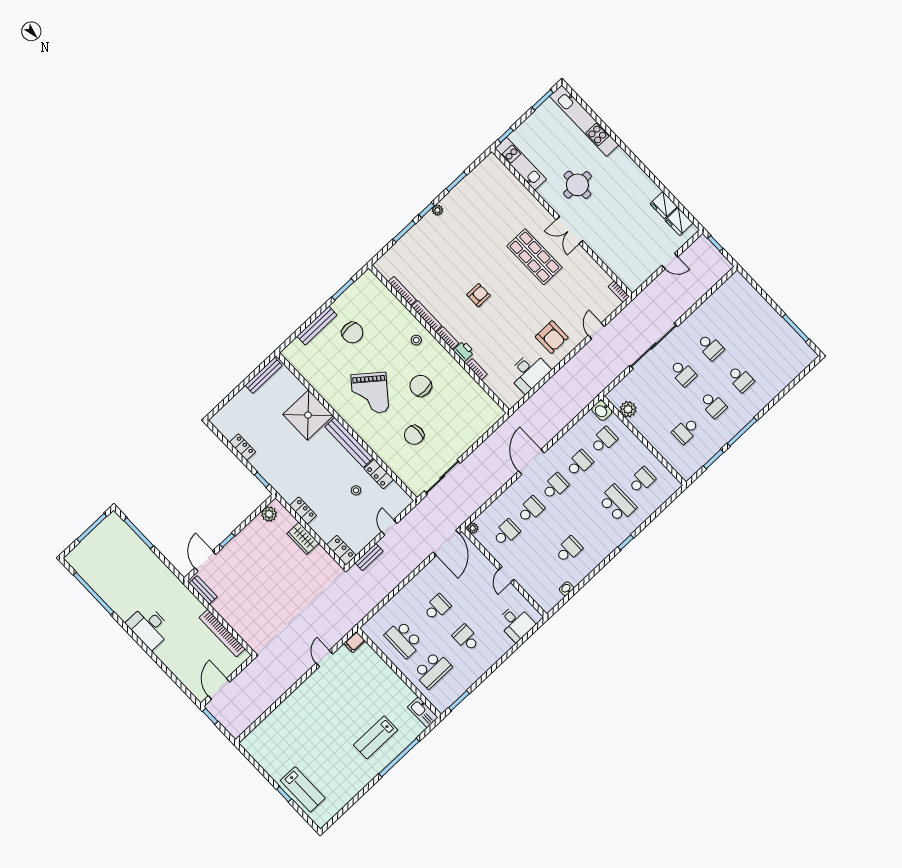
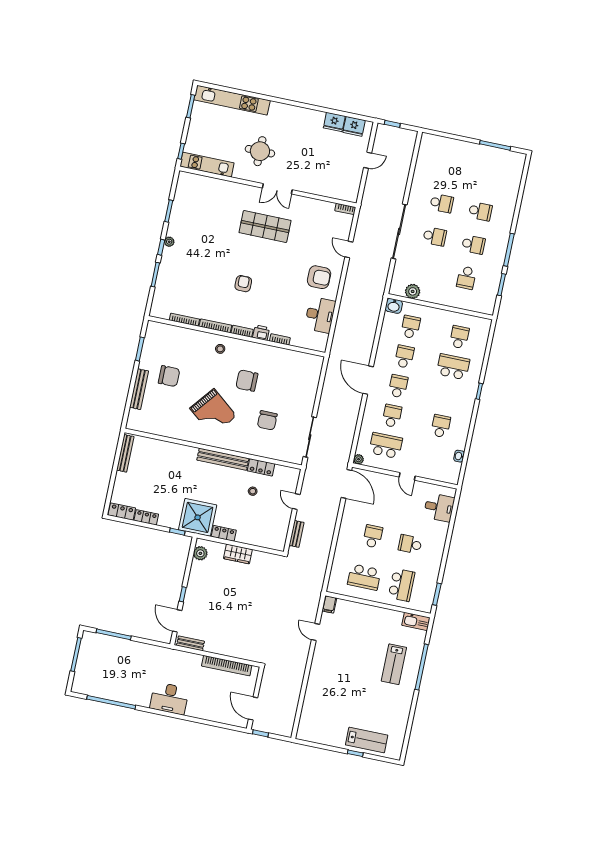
shower: (308, 415) -> (198, 517), moved
school desk: (506, 533) -> (386, 445), width x1.85
locker: (341, 550) -> (122, 512), moved

